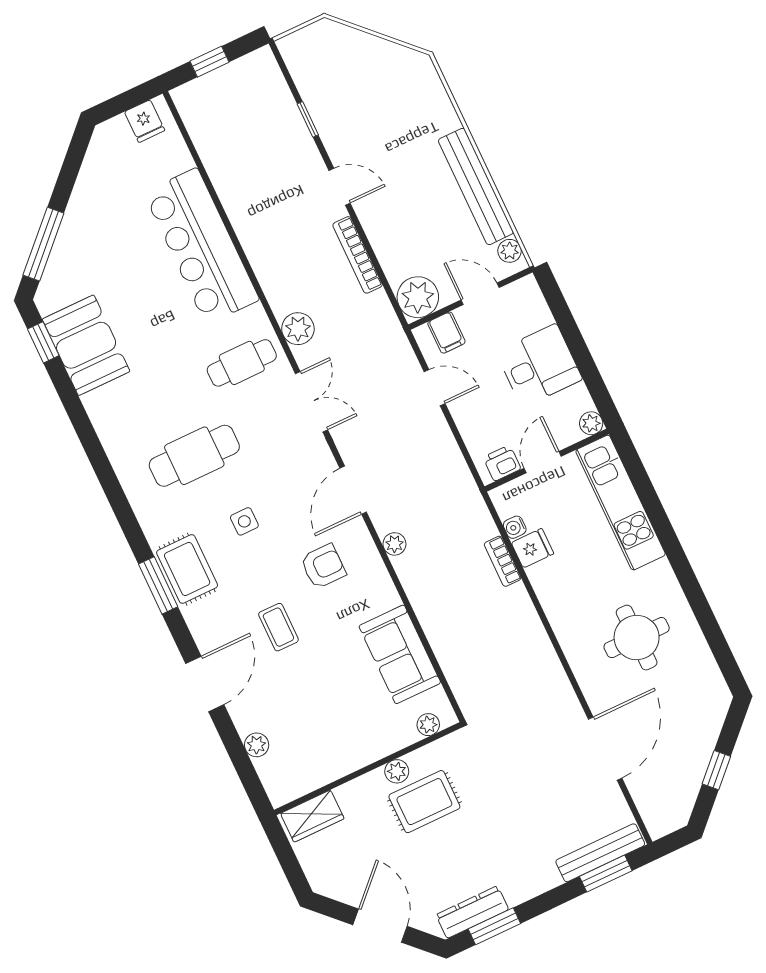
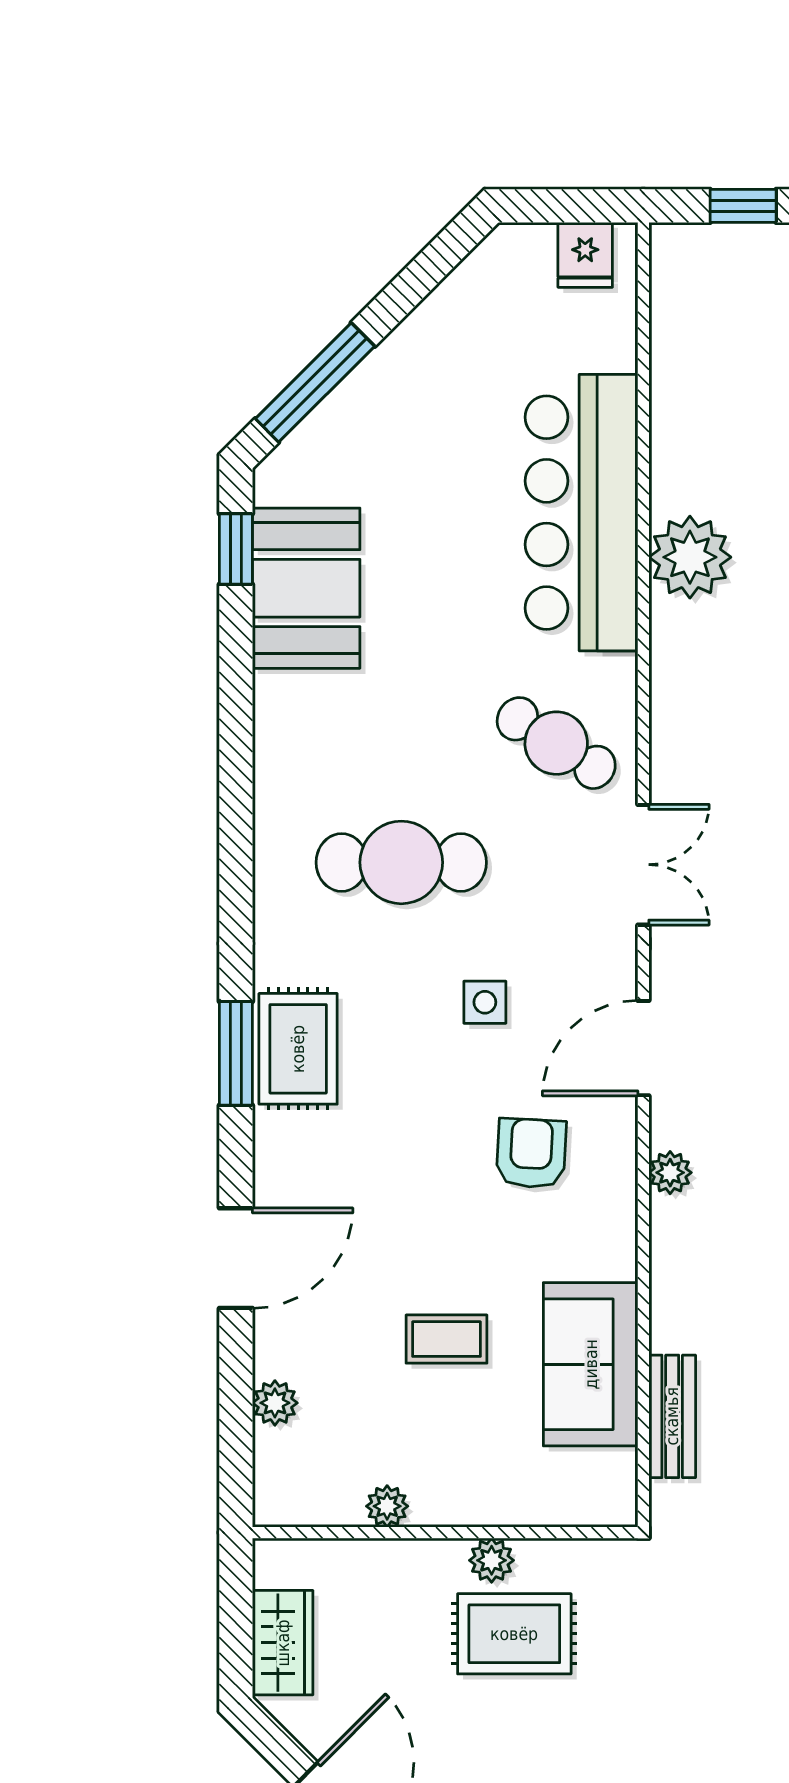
plant: (298, 329) -> (690, 557), moved, width x1.36, depth x1.36
cafe table: (242, 363) -> (556, 743), turned 32
side table: (244, 521) -> (485, 1002), moved
armchair: (323, 566) -> (531, 1153), turned -87
coffee table: (278, 627) -> (447, 1339), moved, turned 90
bench: (451, 661) -> (672, 1416), added
plant: (428, 725) -> (387, 1506), moved
wardrobe: (312, 816) -> (283, 1643), moved, turned -90

